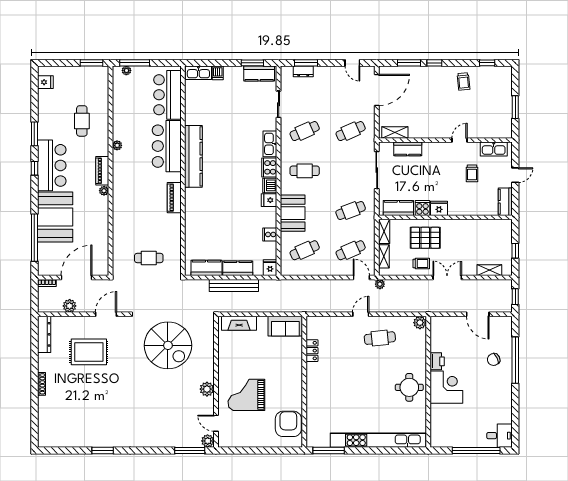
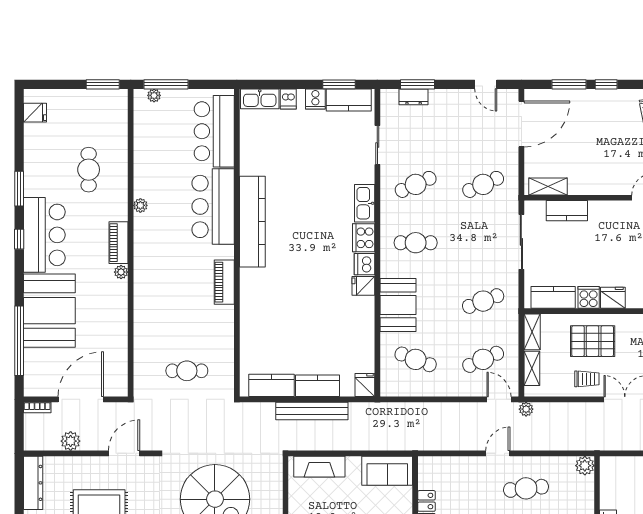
cooker: (270, 234) -> (315, 99), moved, turned -90
cafe table: (305, 250) -> (416, 359), turned 45

